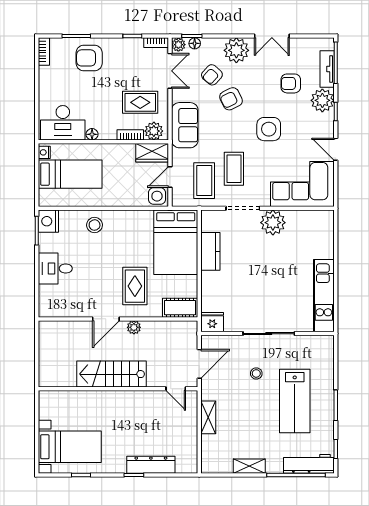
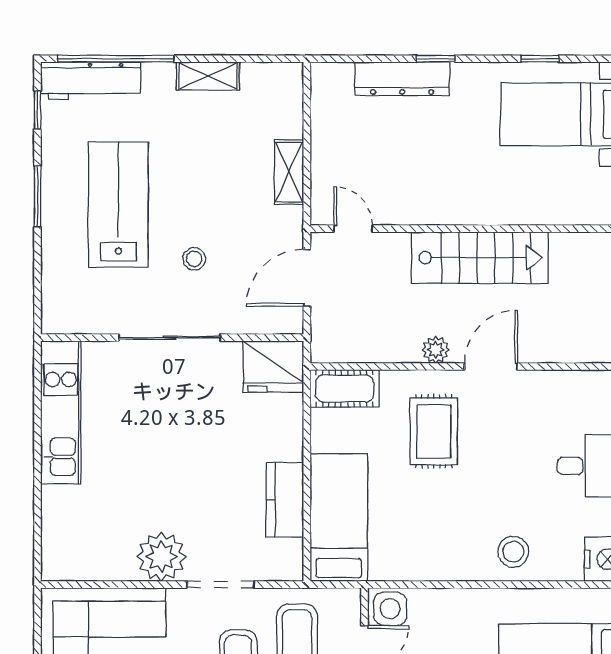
bed: (176, 242) -> (339, 518), width x0.67
fridge: (212, 322) -> (273, 367), width x1.36, depth x1.34

